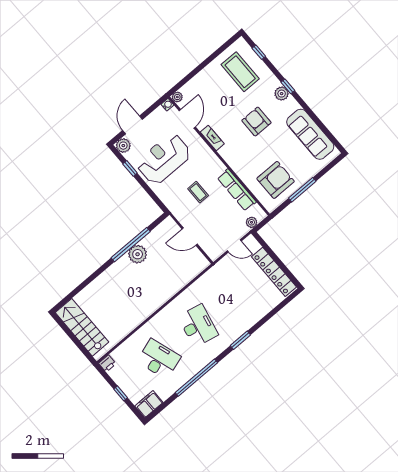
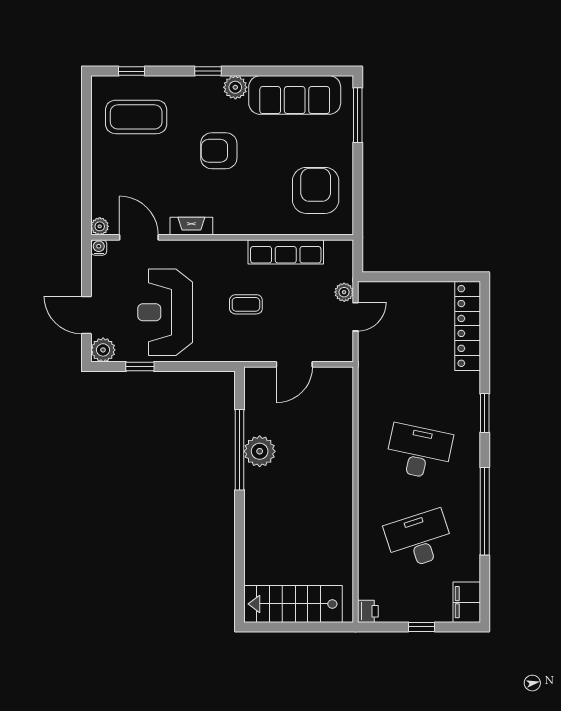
plant: (282, 94) -> (235, 87), moved
window: (302, 190) -> (358, 115), moved
plant: (252, 222) -> (344, 292), moved
locker: (274, 272) -> (468, 326), moved, turned 90

